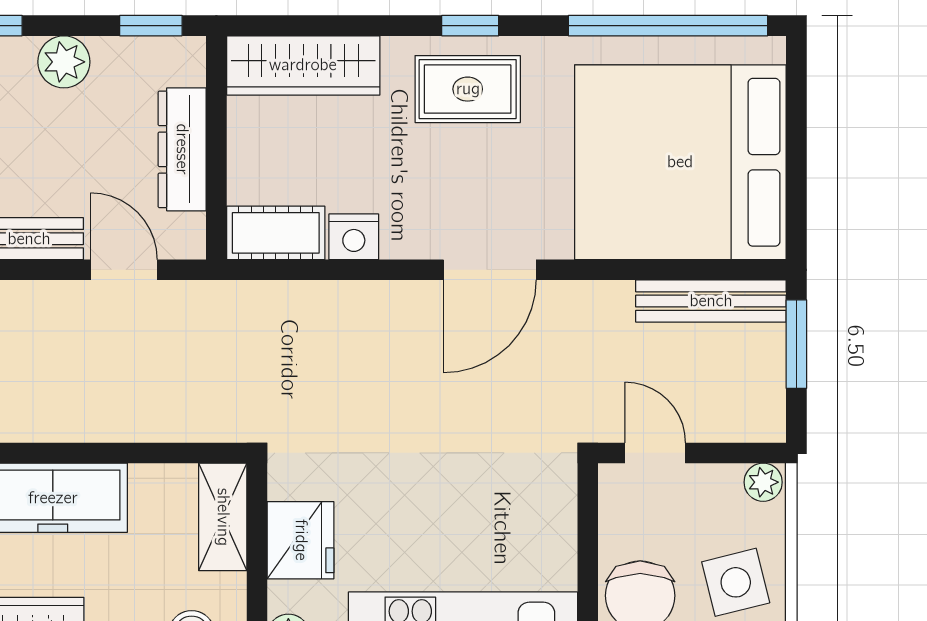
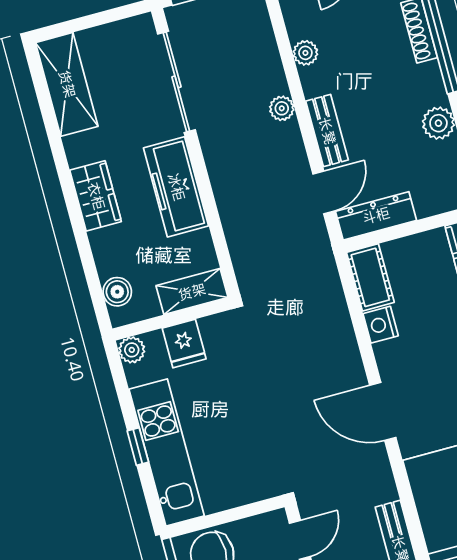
dresser: (182, 149) -> (376, 216), moved
fridge: (301, 540) -> (184, 344), width x0.72

